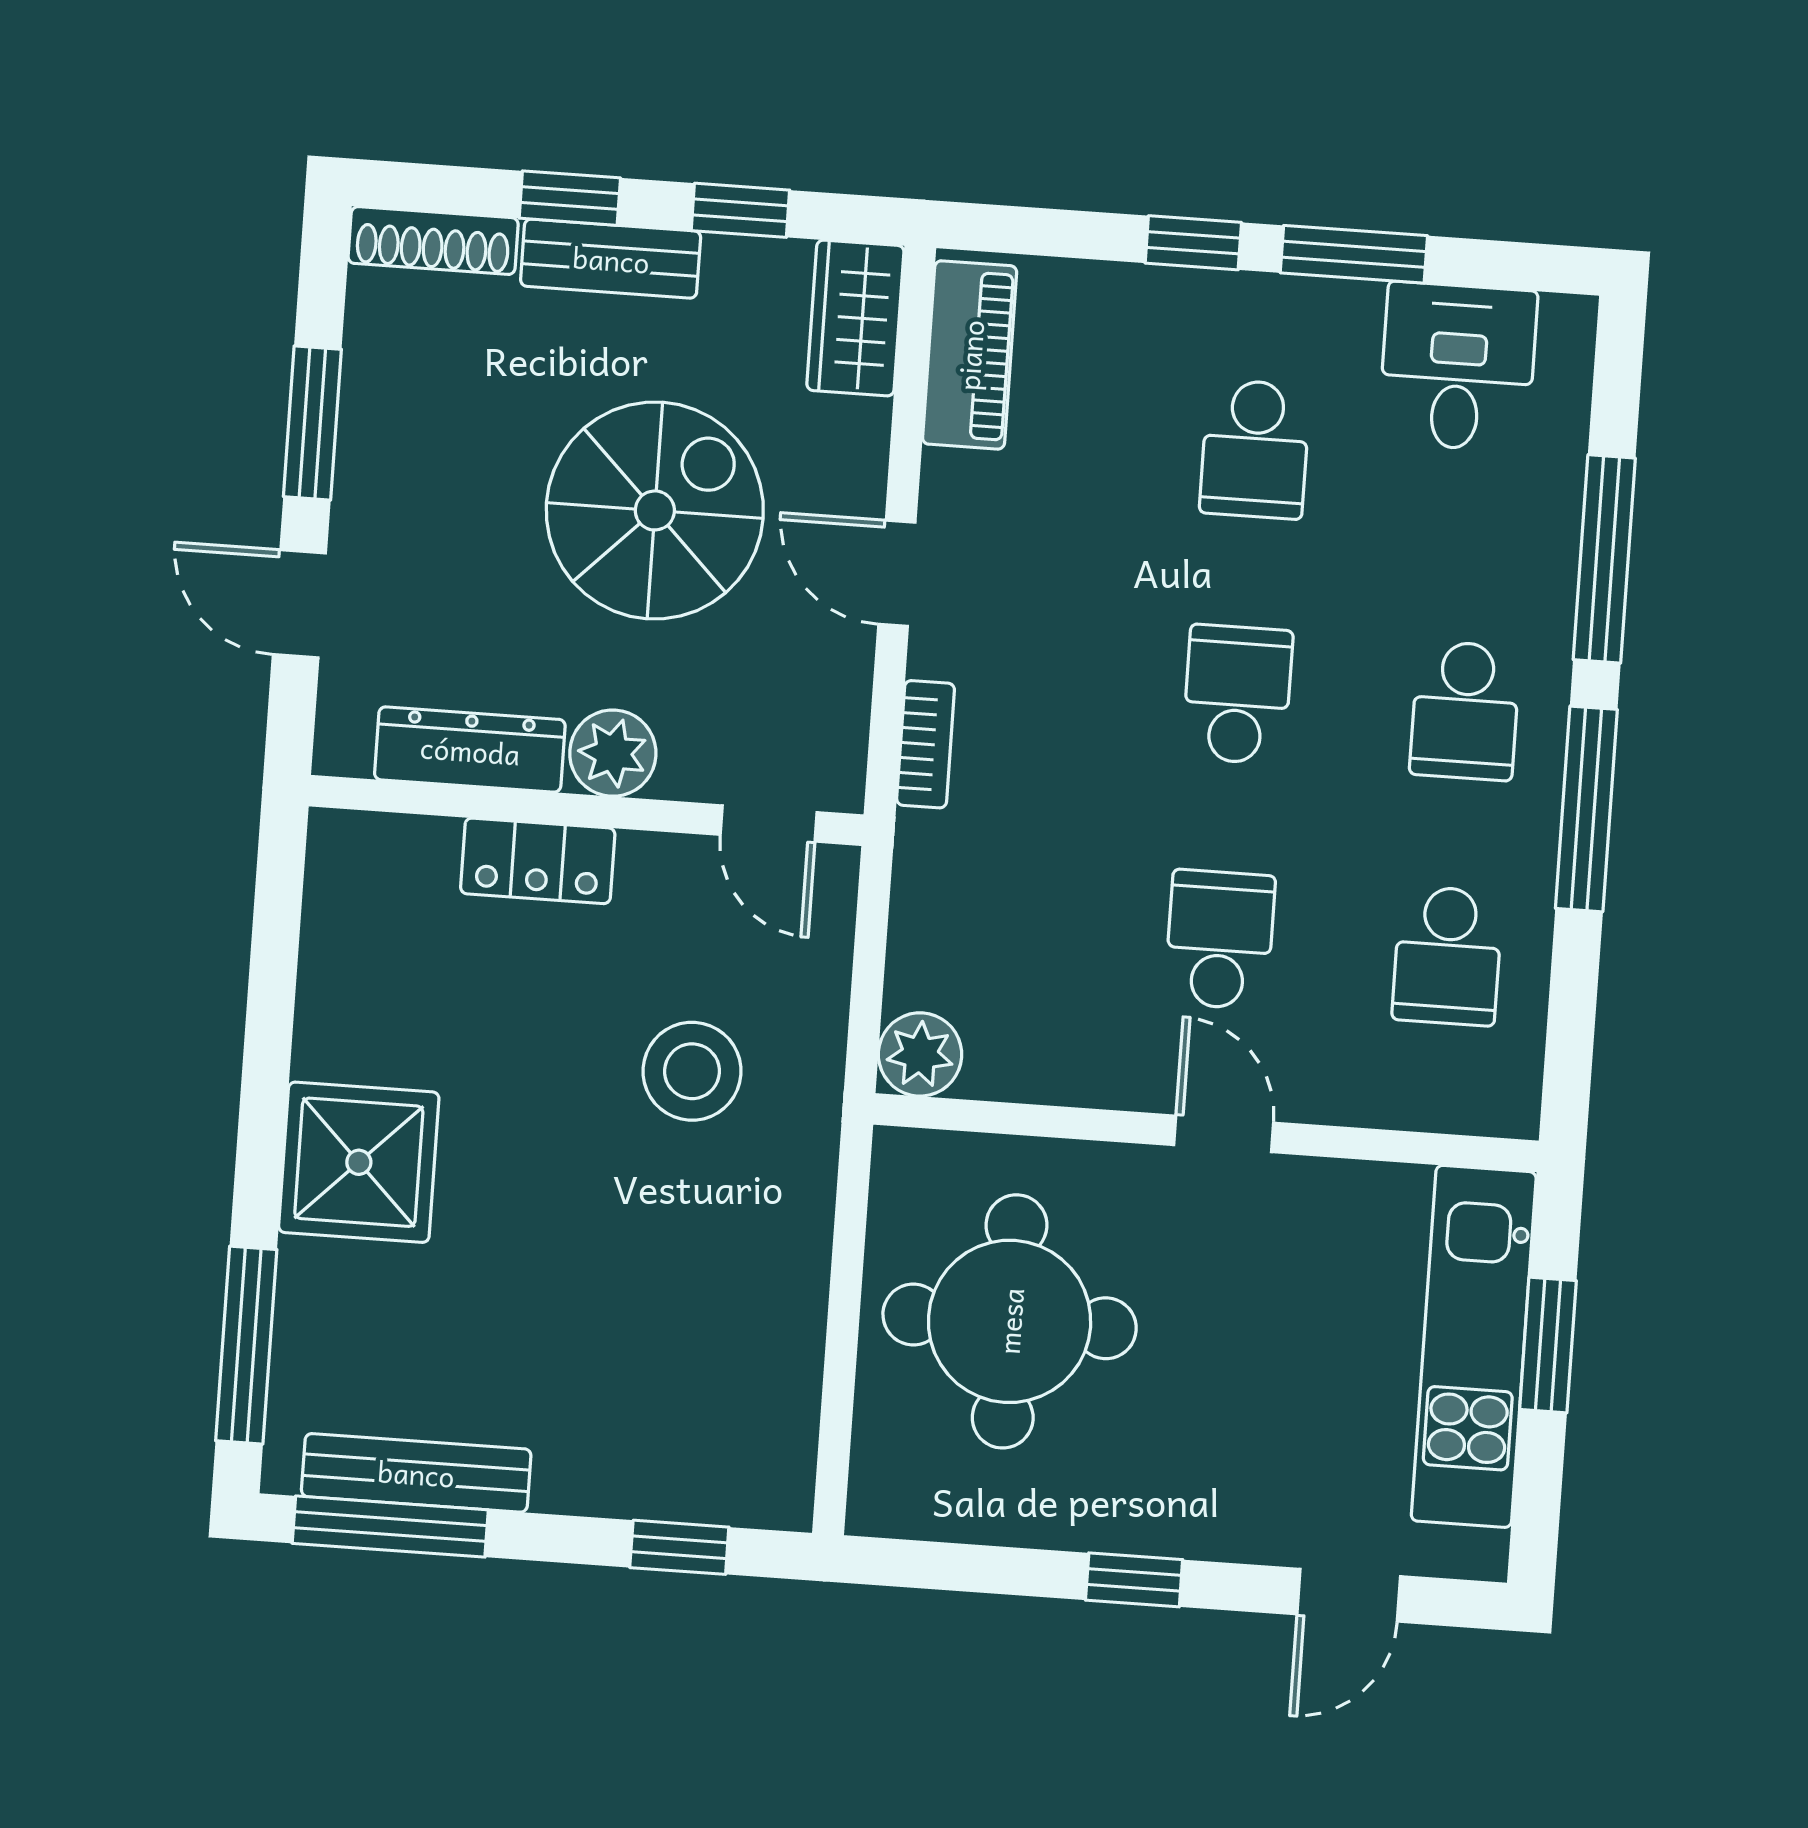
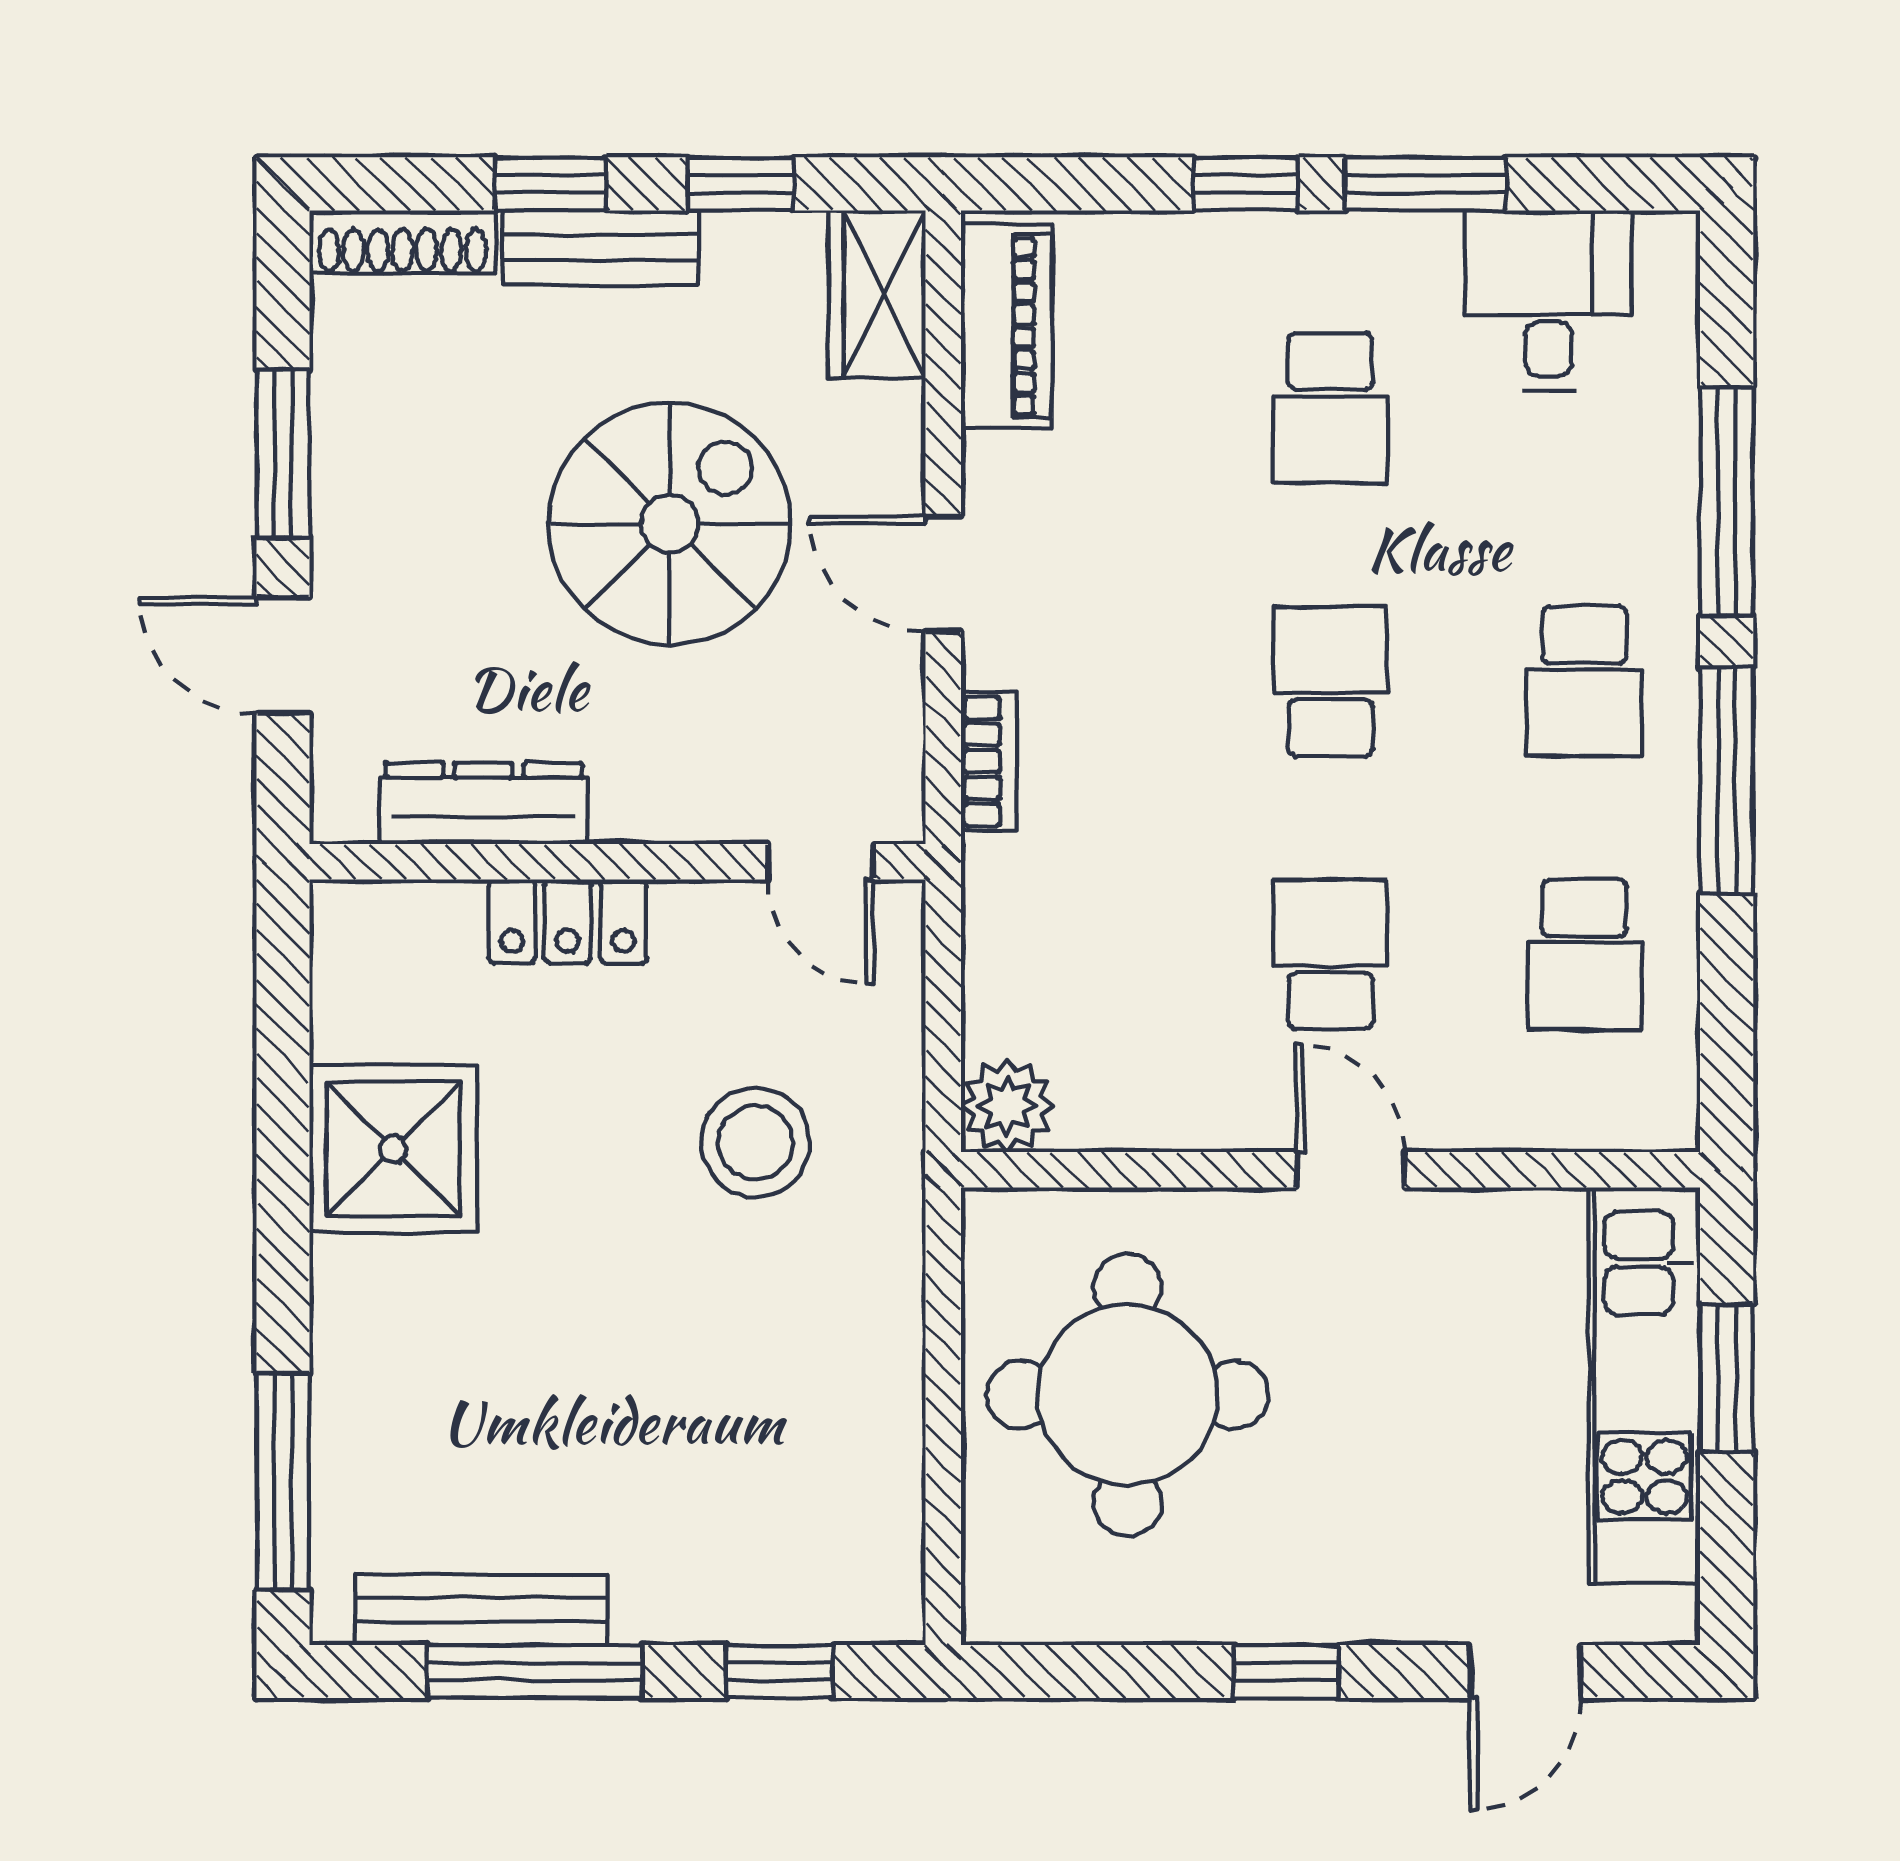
plant: (613, 753) -> (642, 796), removed
shower: (359, 1162) -> (393, 1149), moved
window: (390, 1527) -> (535, 1672), moved

